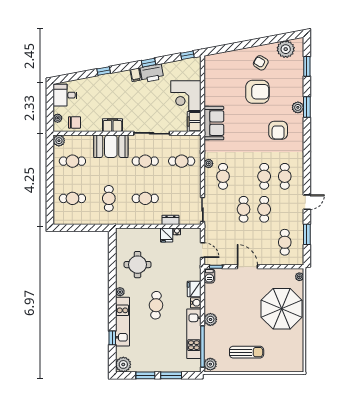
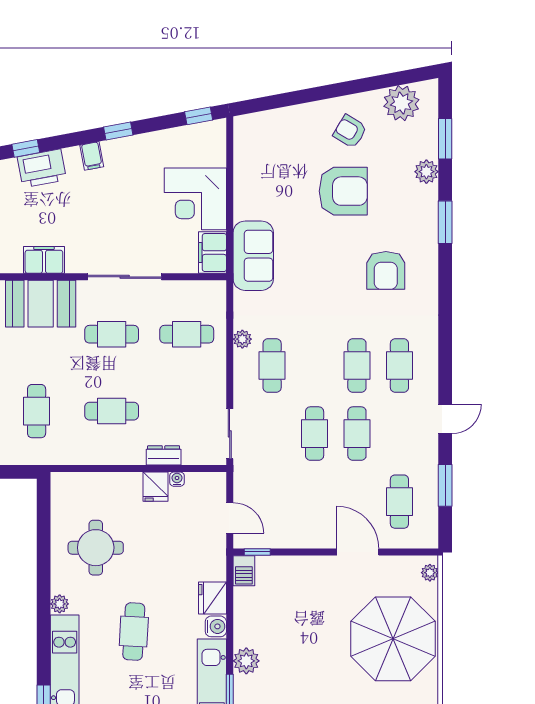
printer: (152, 73) -> (42, 168), moved
plant: (298, 107) -> (426, 172), moved
door: (247, 267) -> (358, 552), moved

